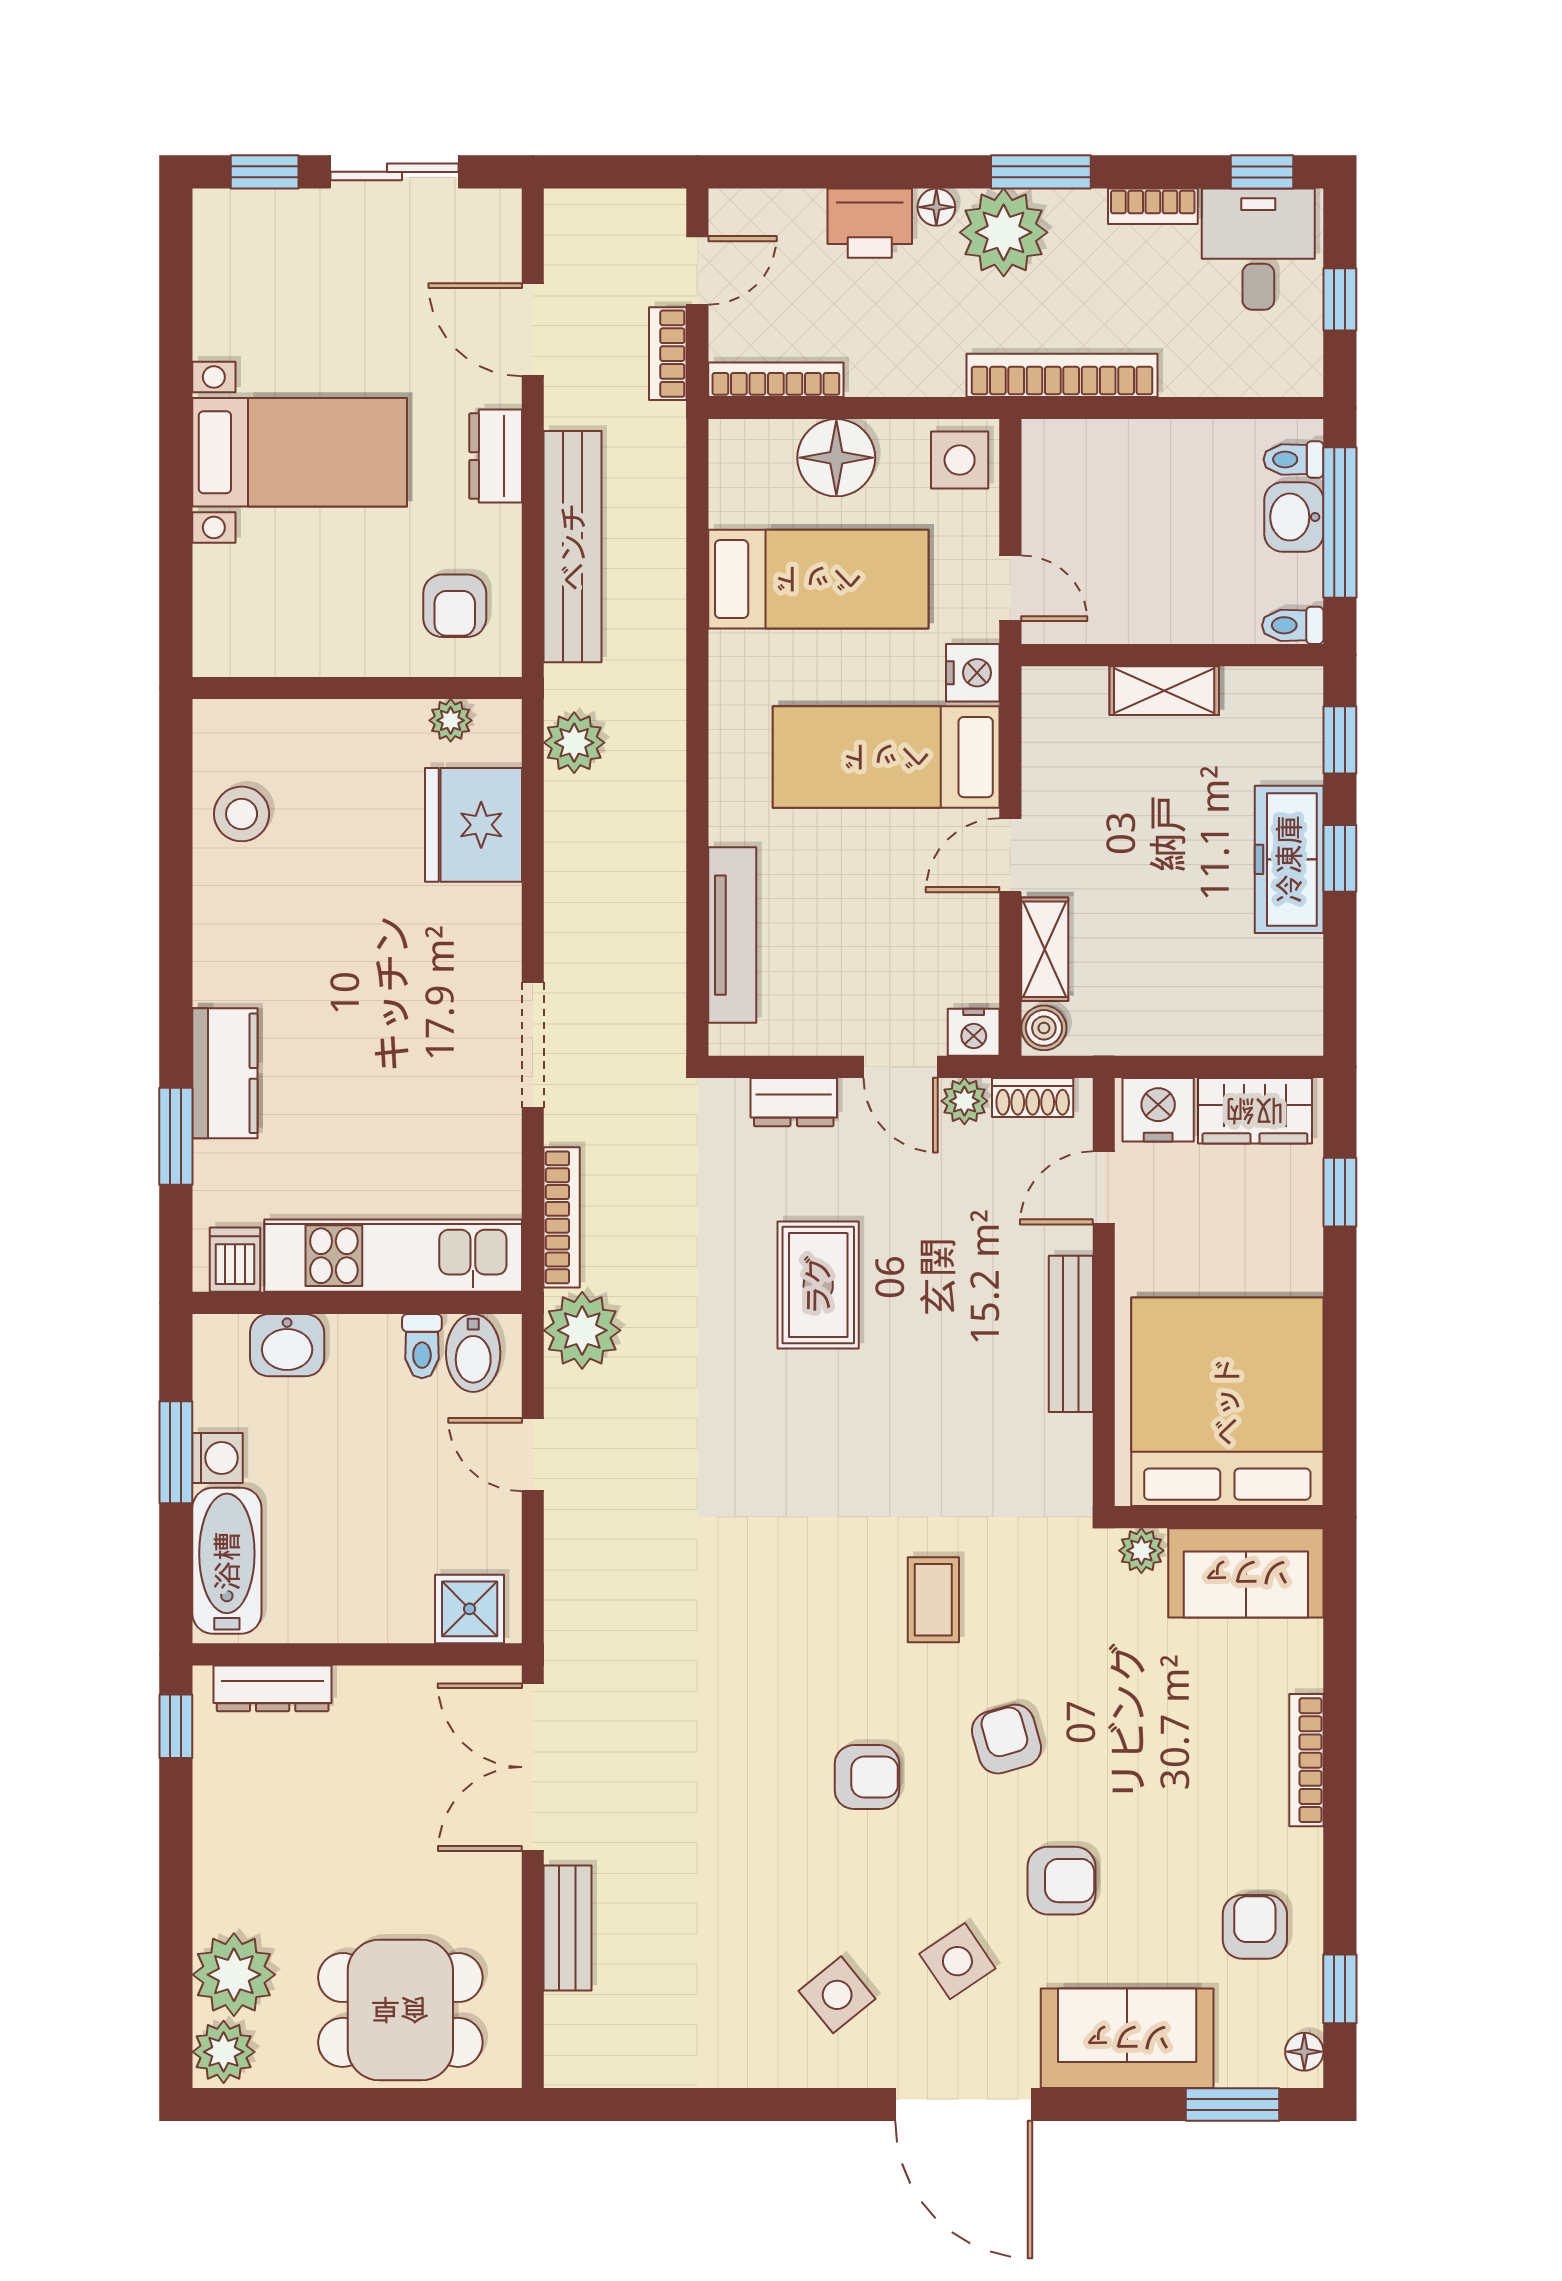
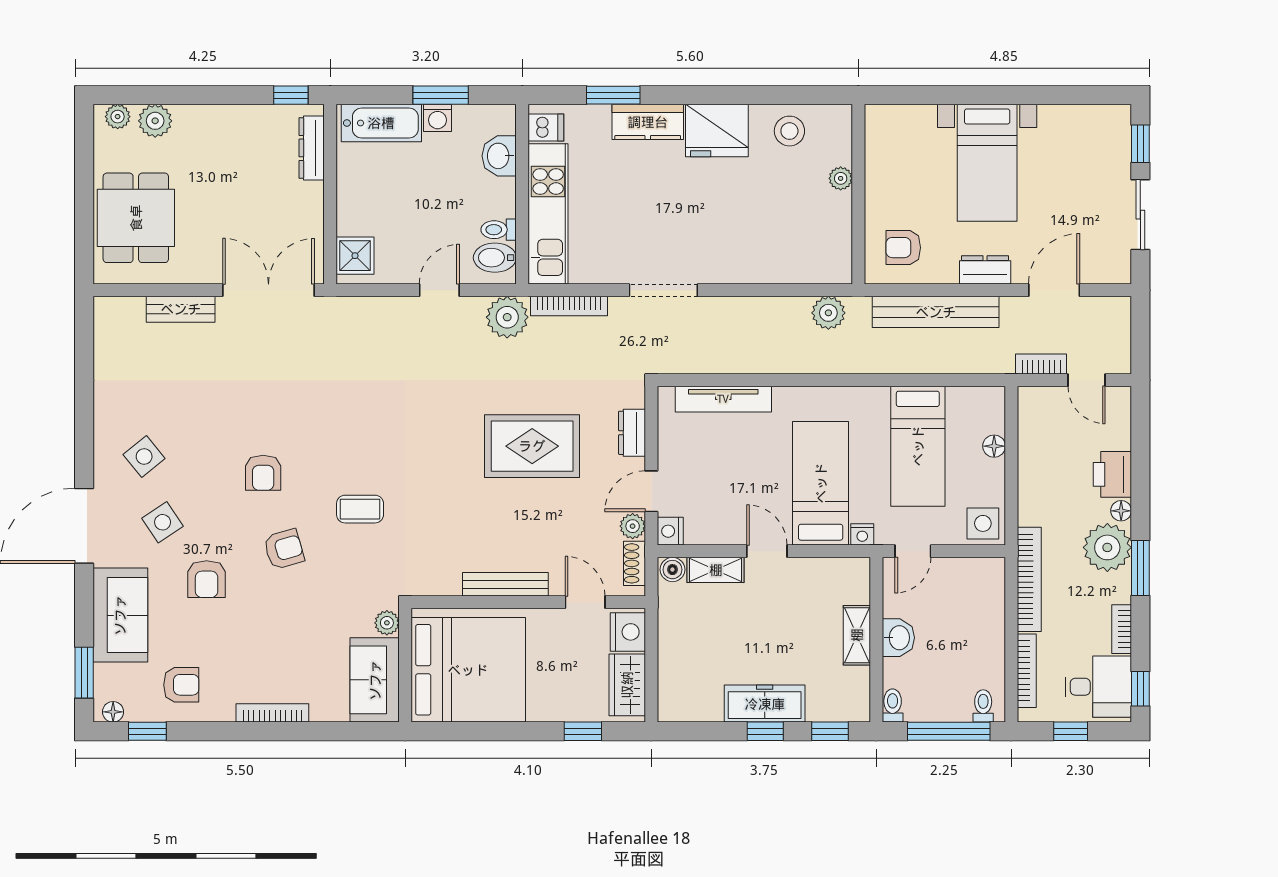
bookcase: (776, 380) -> (1027, 671), moved
floor lamp: (836, 458) -> (994, 446), width x0.53, depth x0.53
washbasin: (1294, 517) -> (898, 638), moved, turned 90
nightstand: (973, 673) -> (862, 534), width x0.72, depth x0.74
plant: (451, 720) -> (841, 178), moved
fridge: (473, 825) -> (717, 131), moved, turned 180
rug: (818, 1285) -> (532, 446), width x1.36, depth x1.43
plant: (234, 1975) -> (155, 121), width x0.73, depth x0.73
plant: (224, 2052) -> (118, 117), width x0.73, depth x0.73

